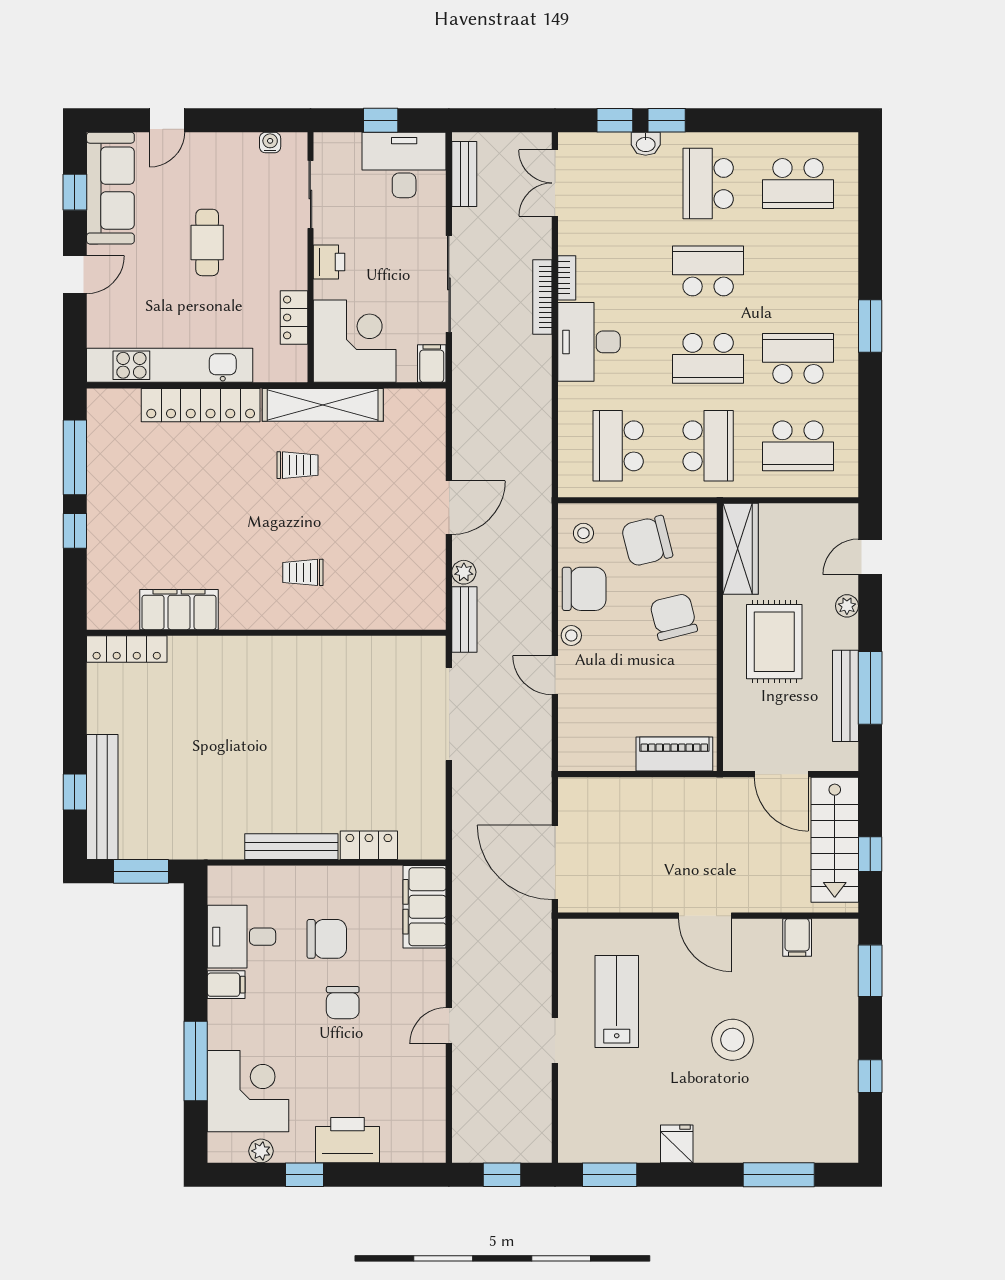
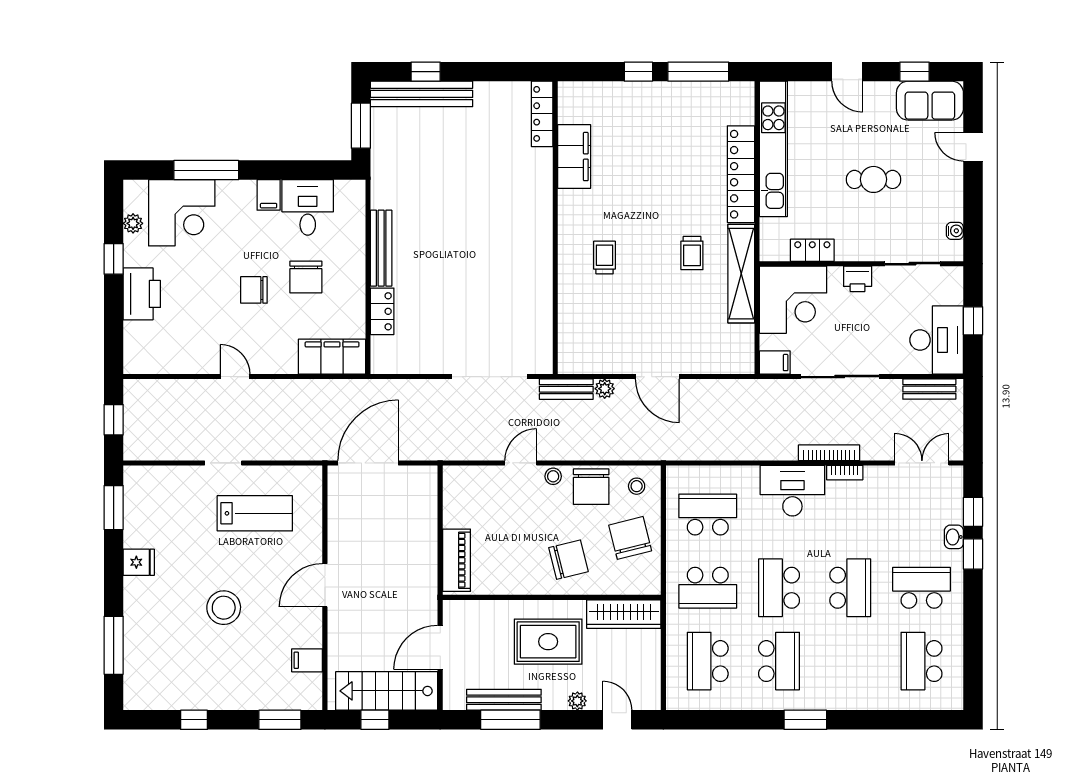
sofa: (110, 188) -> (930, 101), width x0.73

